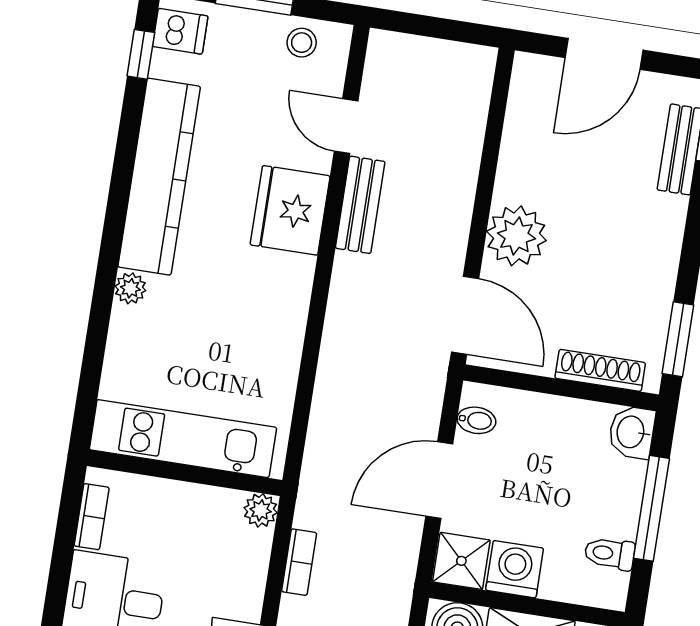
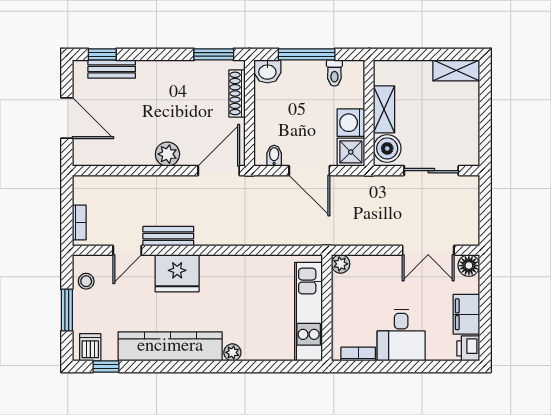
plant: (516, 236) -> (167, 154), width x0.73, depth x0.73
bookcase: (299, 562) -> (79, 222), moved, turned 90

